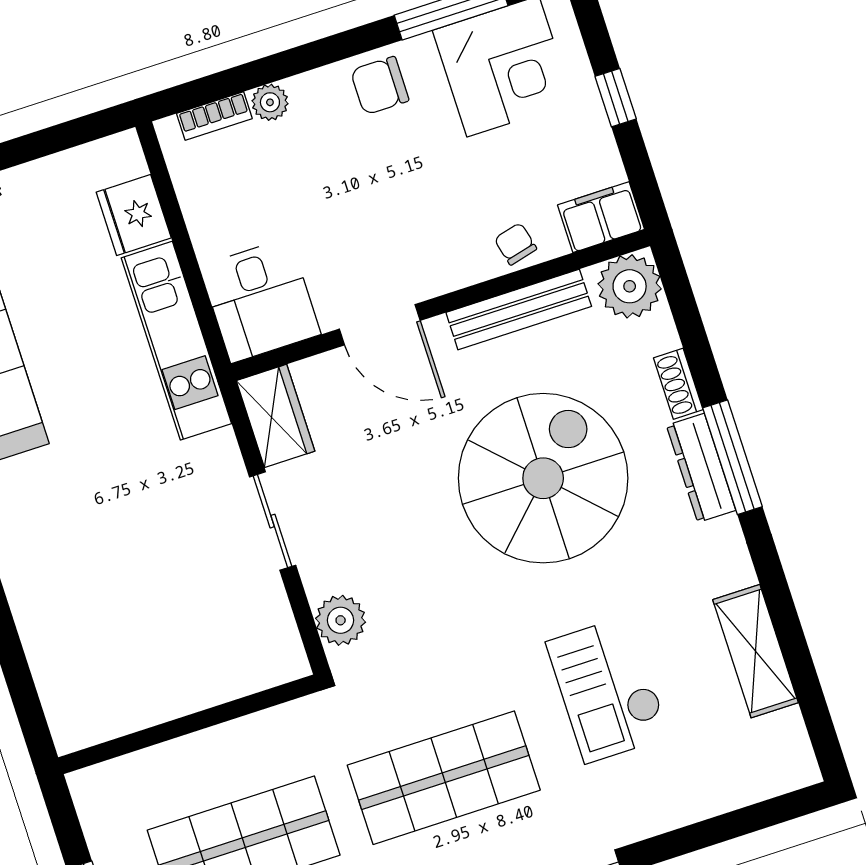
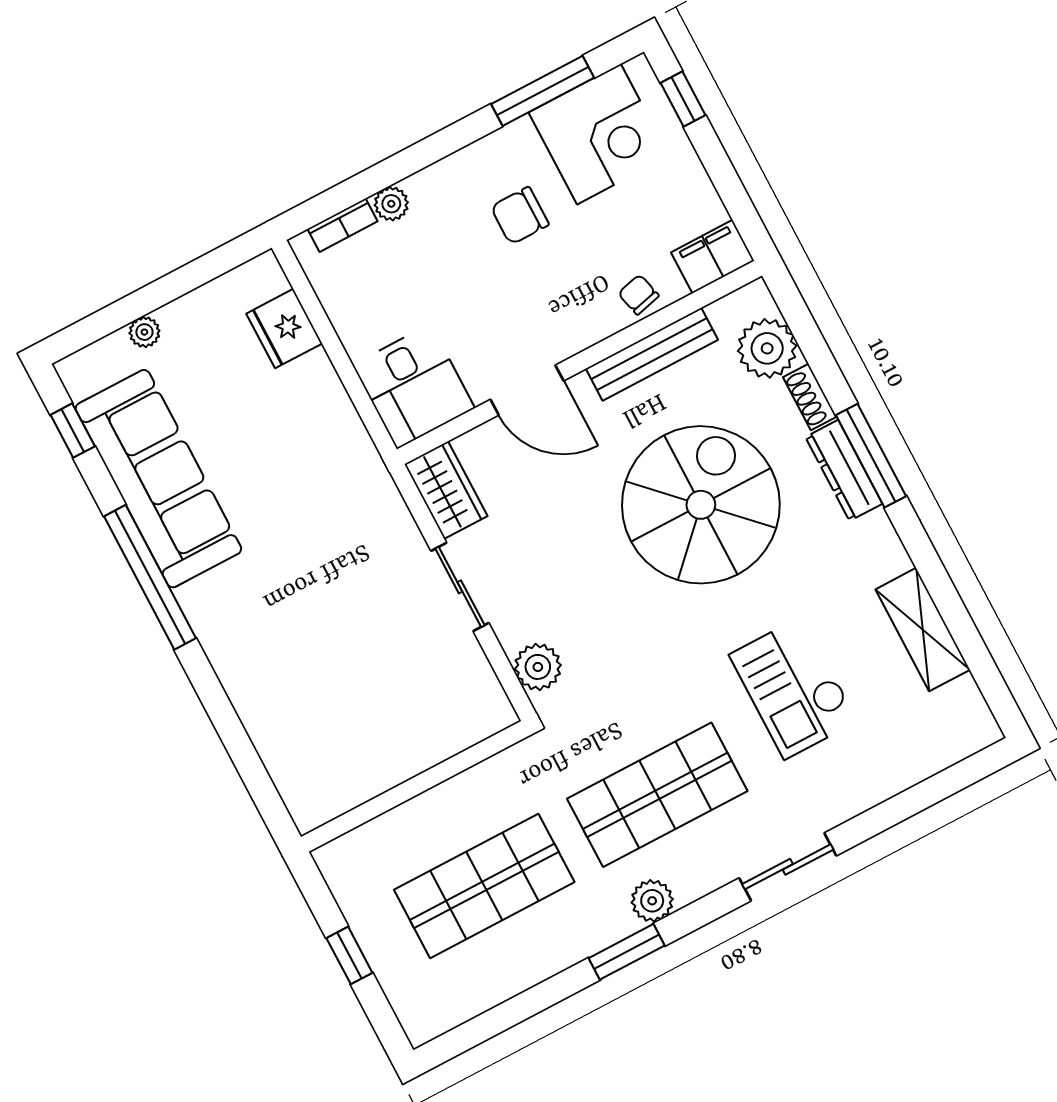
chair: (380, 86) -> (520, 216), moved
window: (616, 98) -> (683, 99), moved
plant: (630, 286) -> (767, 348), moved
kitchen unit: (176, 341) -> (343, 437), removed

